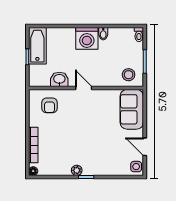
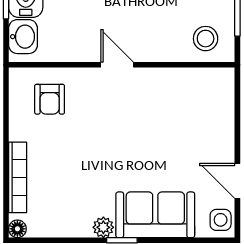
washbasin: (59, 79) -> (23, 37), moved, turned 90
sofa: (132, 109) -> (155, 215), moved, turned 90

